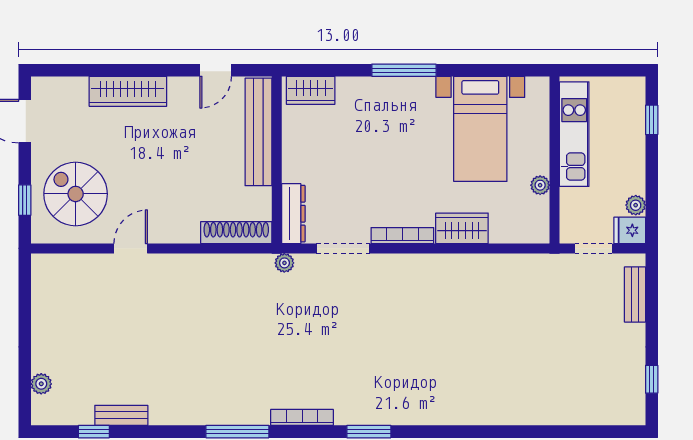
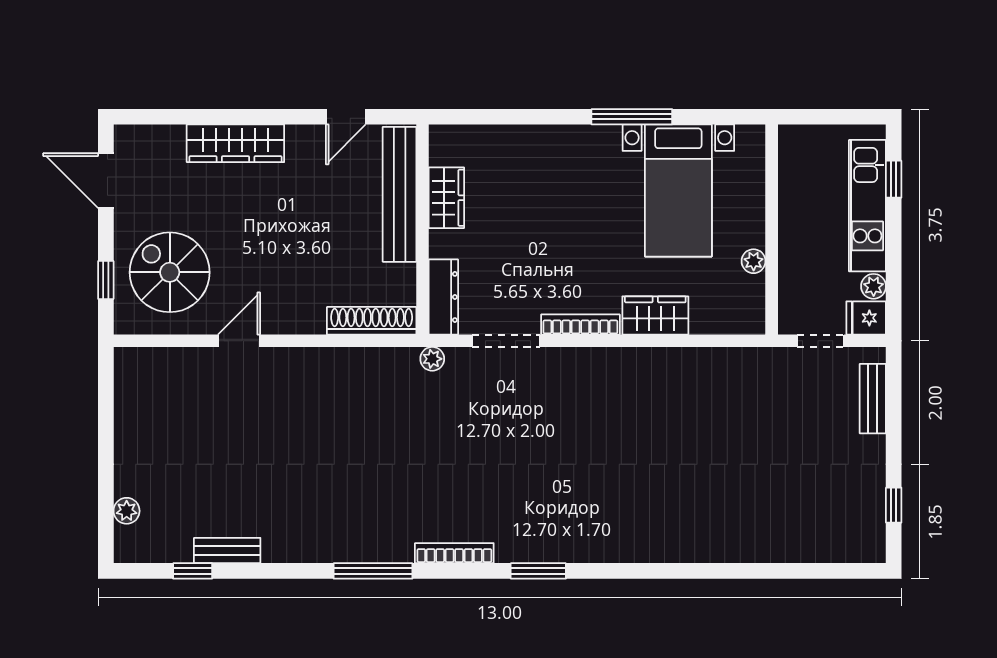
window: (404, 70) -> (632, 117), moved
wardrobe: (311, 90) -> (446, 198), moved, turned -90
kitchen unit: (574, 134) -> (867, 206), moved, turned 180

